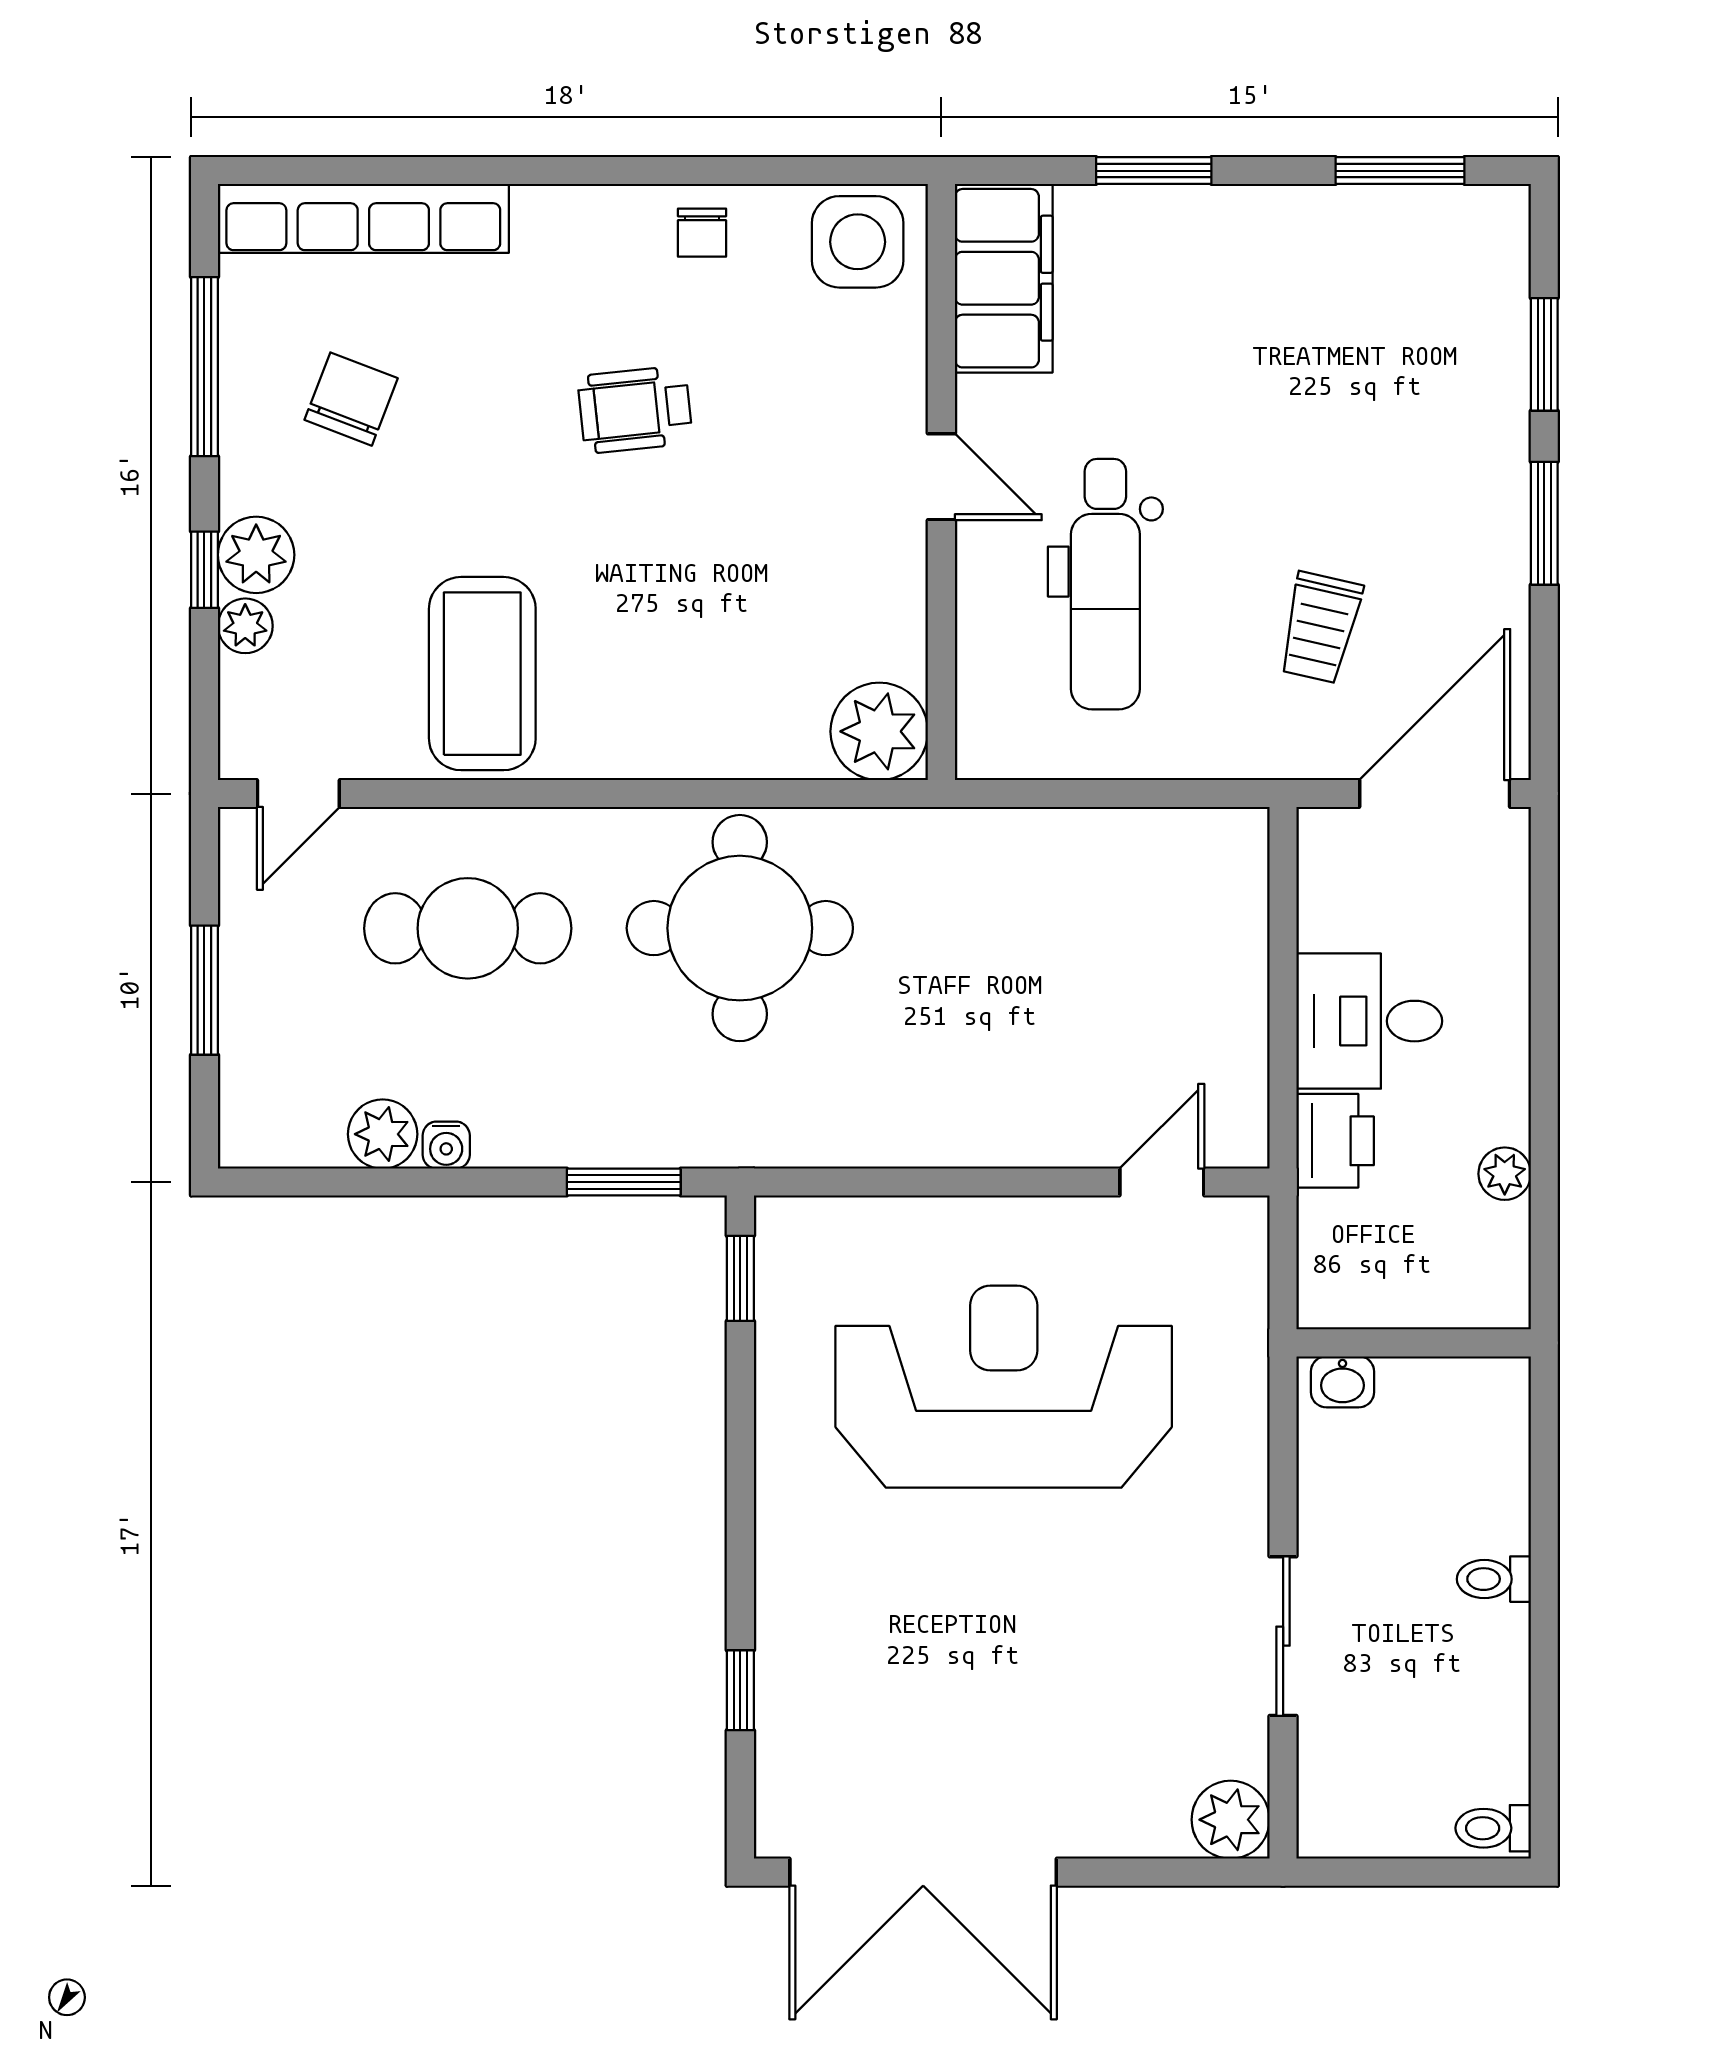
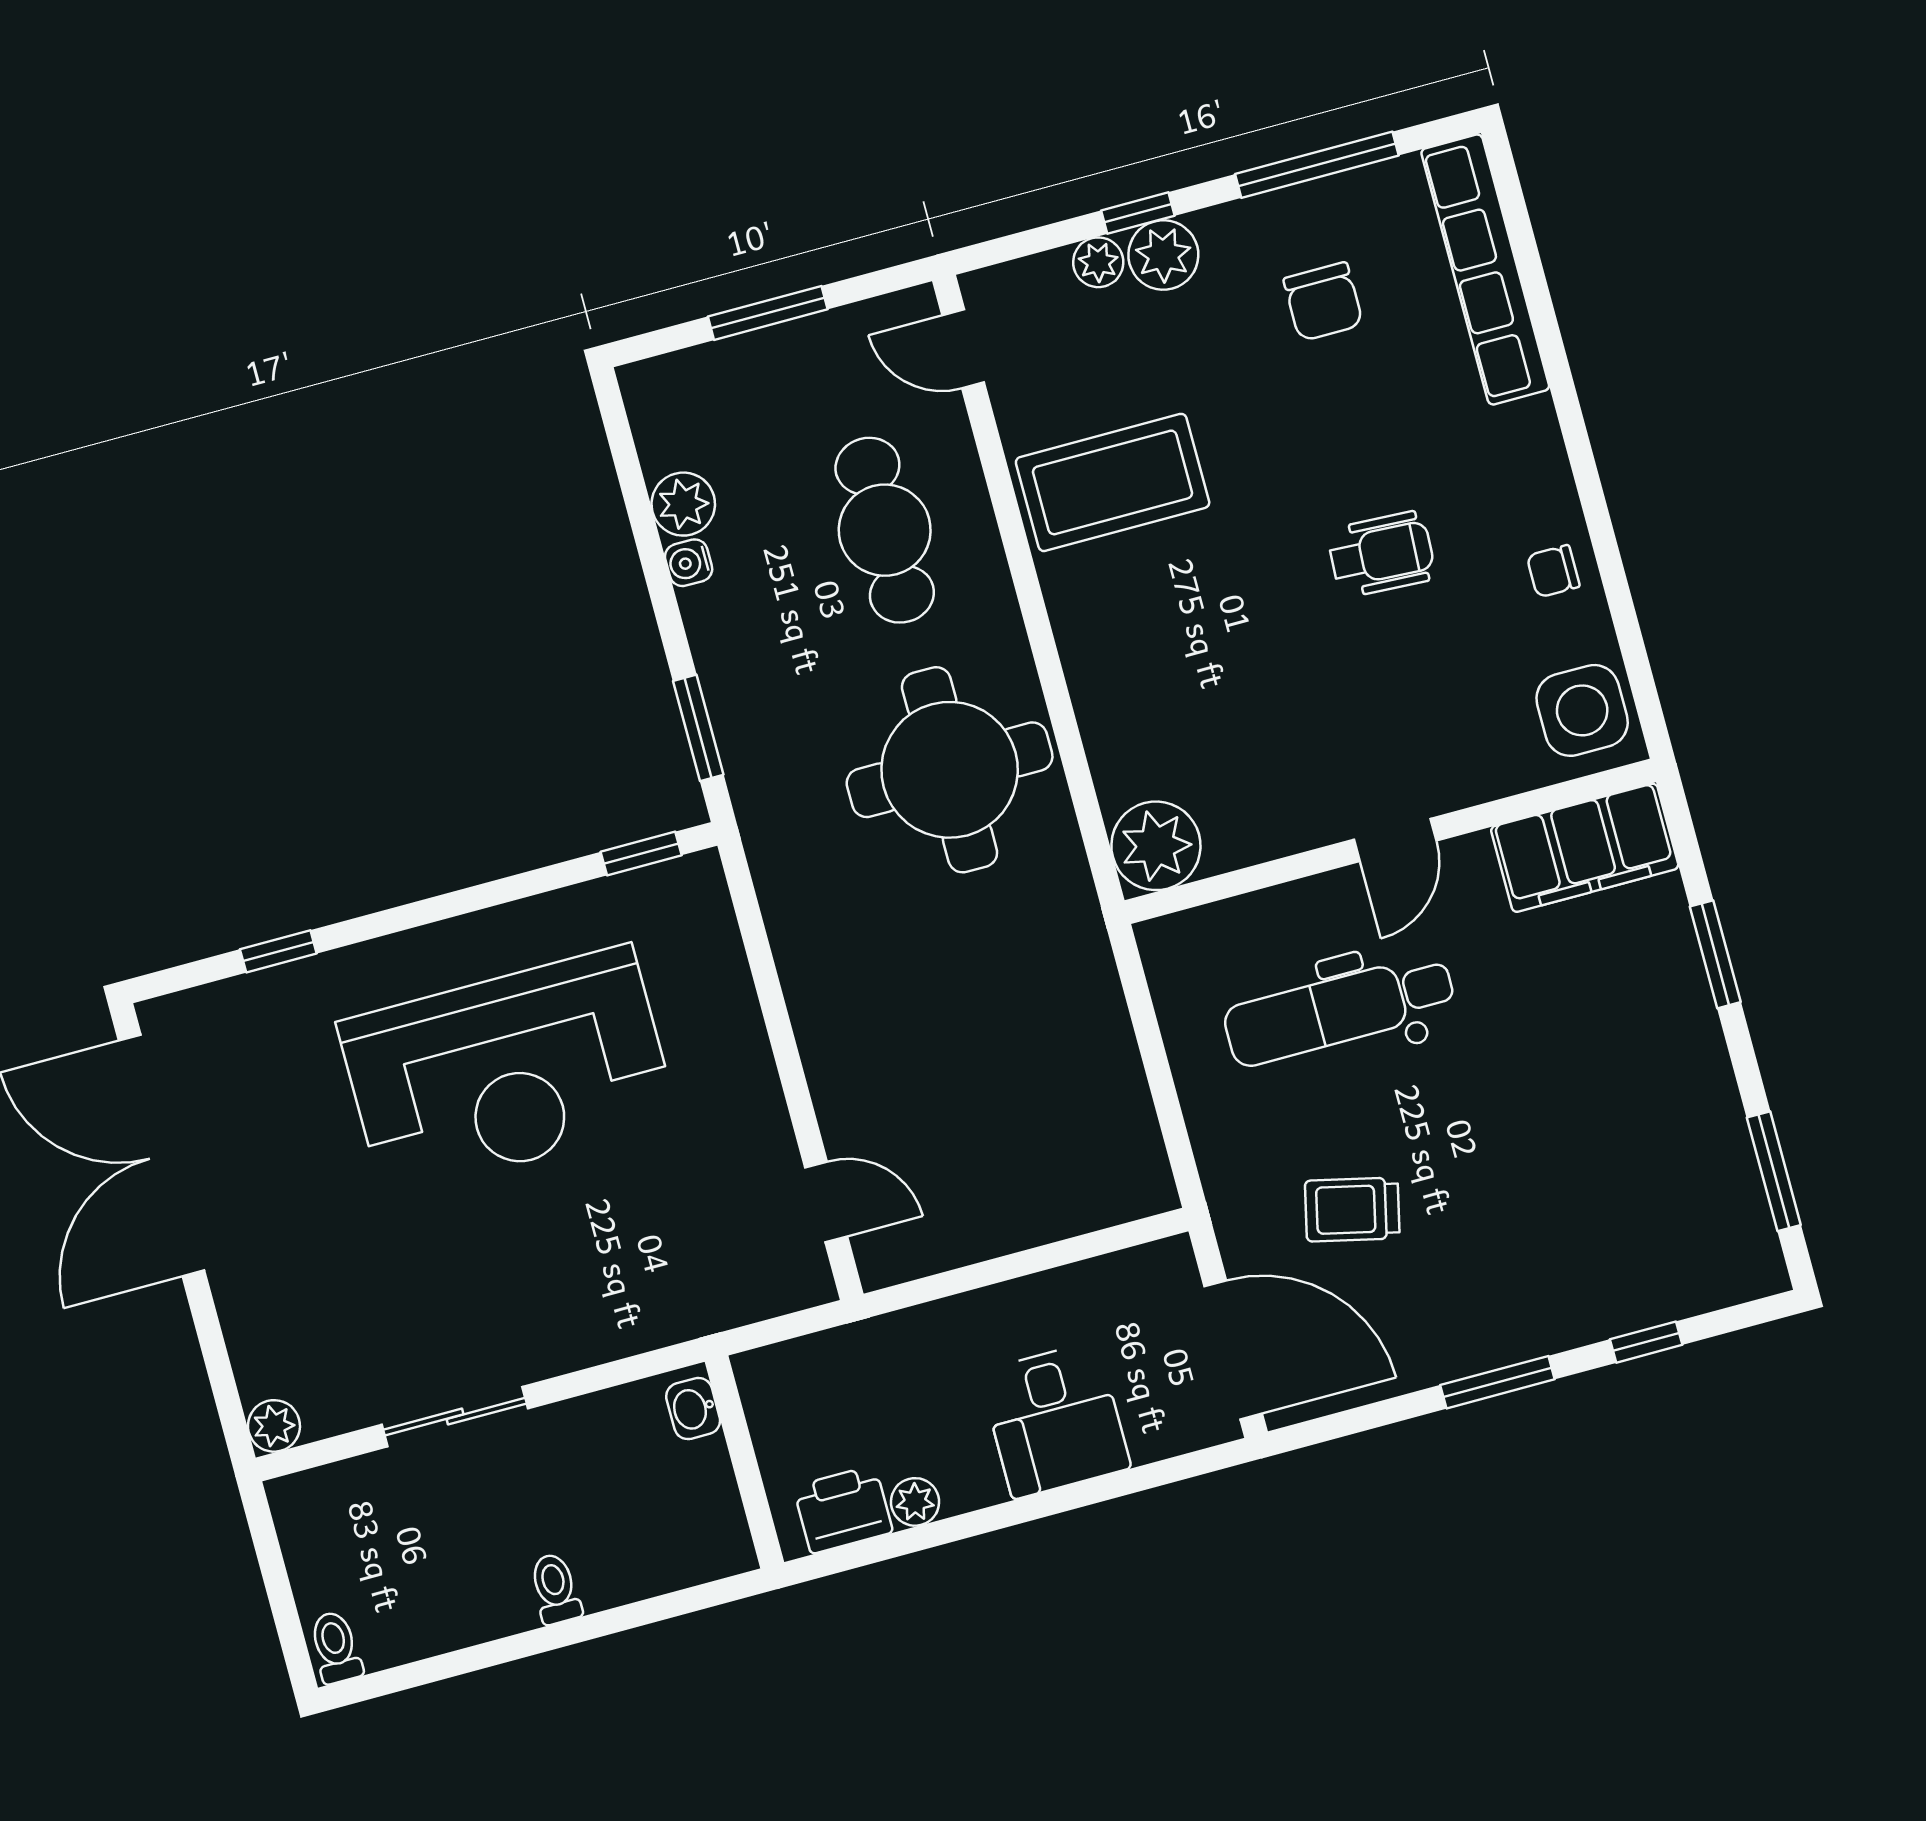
window: (1544, 354) -> (1646, 1342), width x0.67
chair: (351, 399) -> (1323, 302), turned 69
wheelchair: (635, 410) -> (1381, 554), turned 99
desk: (1369, 1021) -> (1055, 1420), moved, turned 180
printer: (1335, 1141) -> (843, 1510), moved, turned 180
reception desk: (1004, 1387) -> (507, 1071), moved, turned 90
plant: (1231, 1820) -> (274, 1426), width x0.73, depth x0.73

